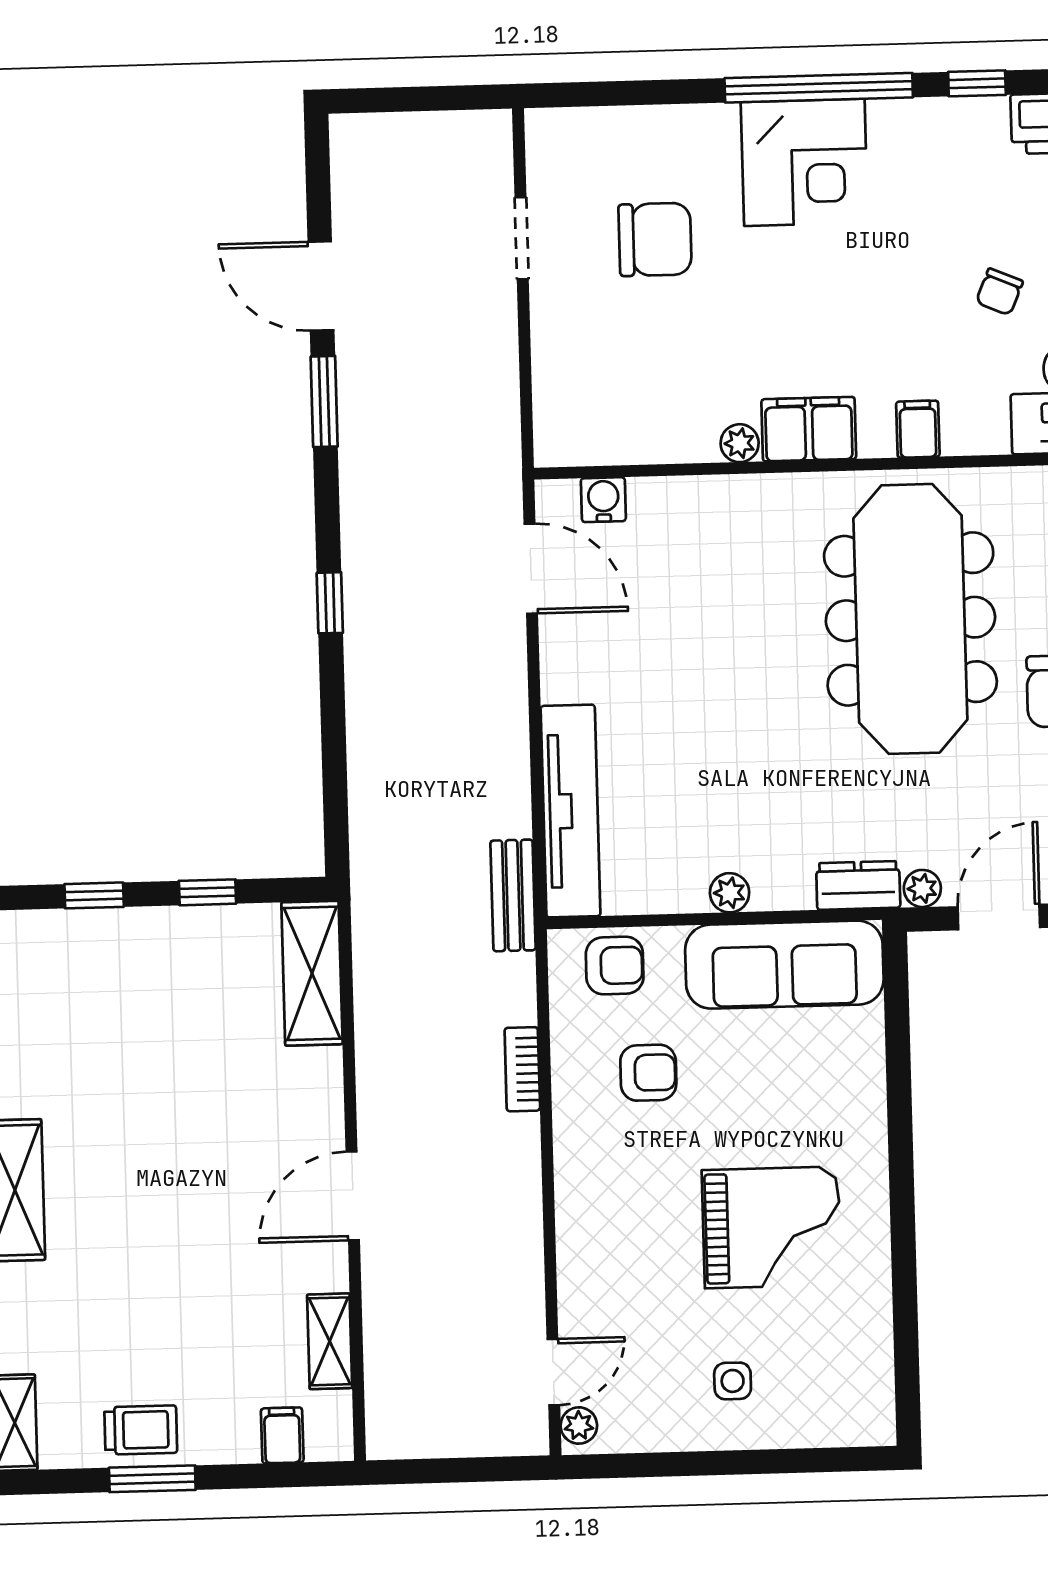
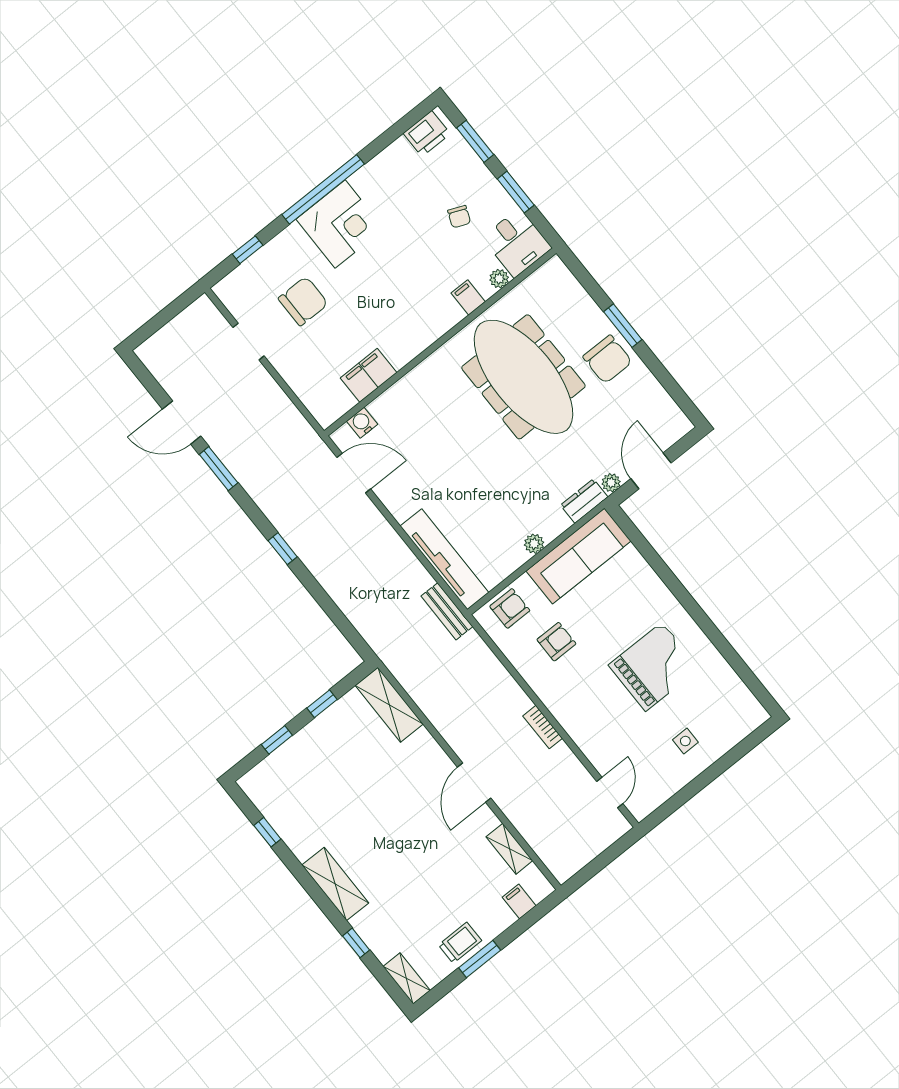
window: (977, 83) -> (248, 250), moved
filing cabinet: (809, 429) -> (369, 375), moved
plant: (740, 443) -> (499, 279), moved
bookcase: (522, 1069) -> (543, 727), moved
plant: (579, 1426) -> (637, 806), removed

